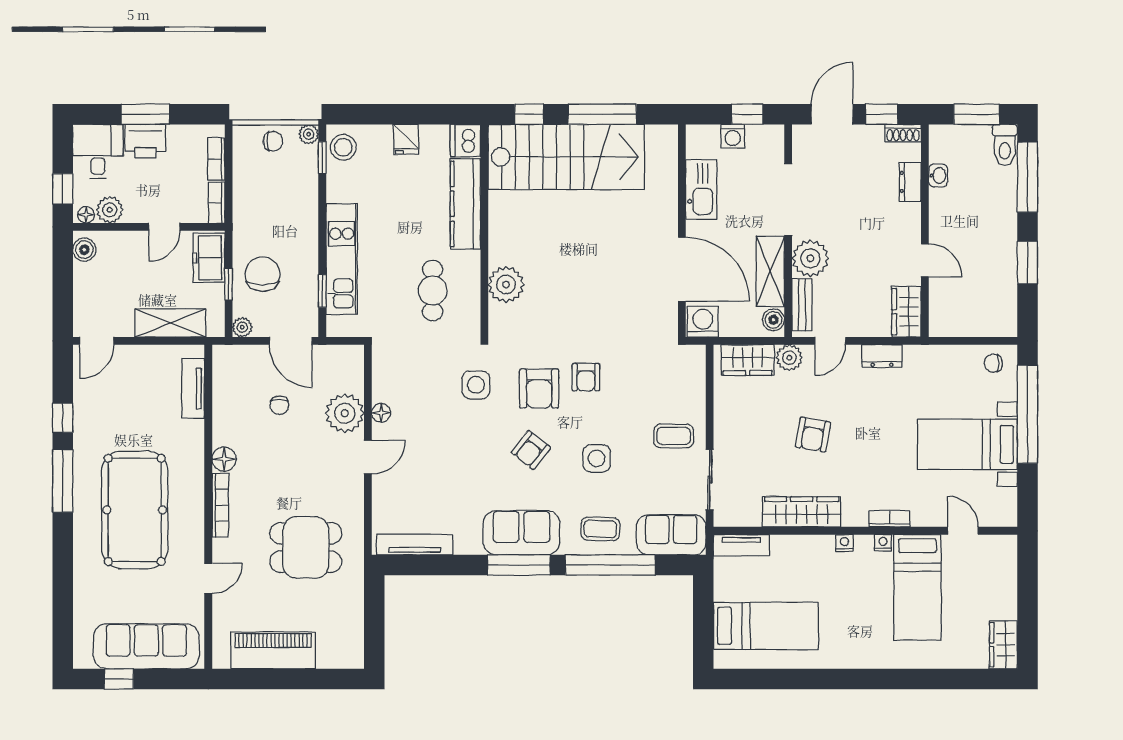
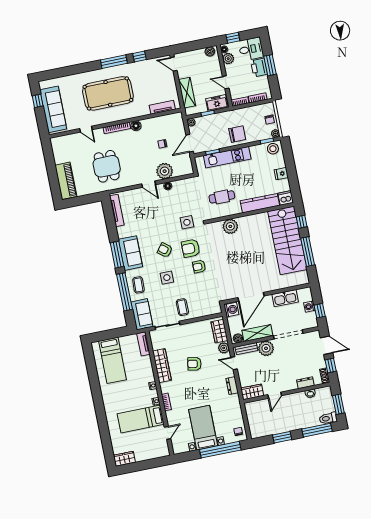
chair: (262, 274) -> (237, 134), moved
piano: (273, 650) -> (66, 181), moved

